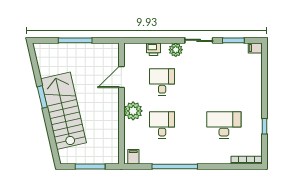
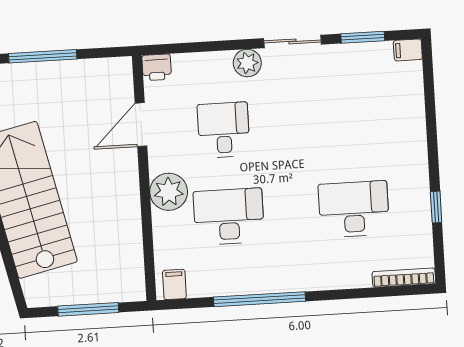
printer: (154, 49) -> (157, 67), moved
desk: (162, 125) -> (229, 217), width x1.37

